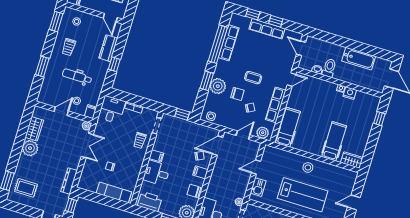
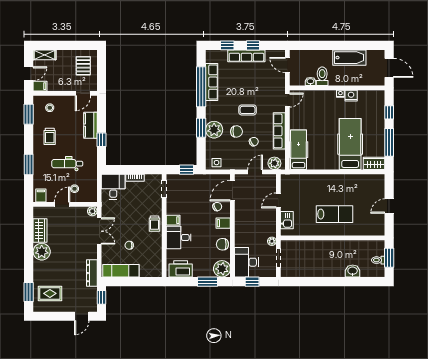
door: (110, 18) -> (83, 93), hinge flipped
filing cabinet: (91, 112) -> (41, 196), moved
trolley: (140, 140) -> (154, 224), moved
hospital bed: (334, 141) -> (350, 144), width x1.37, depth x1.29
window: (371, 145) -> (389, 142), added
stool: (308, 167) -> (332, 185), removed
exam couch: (114, 192) -> (121, 271), moved
lab bench: (303, 195) -> (335, 214), width x0.73, depth x0.72

